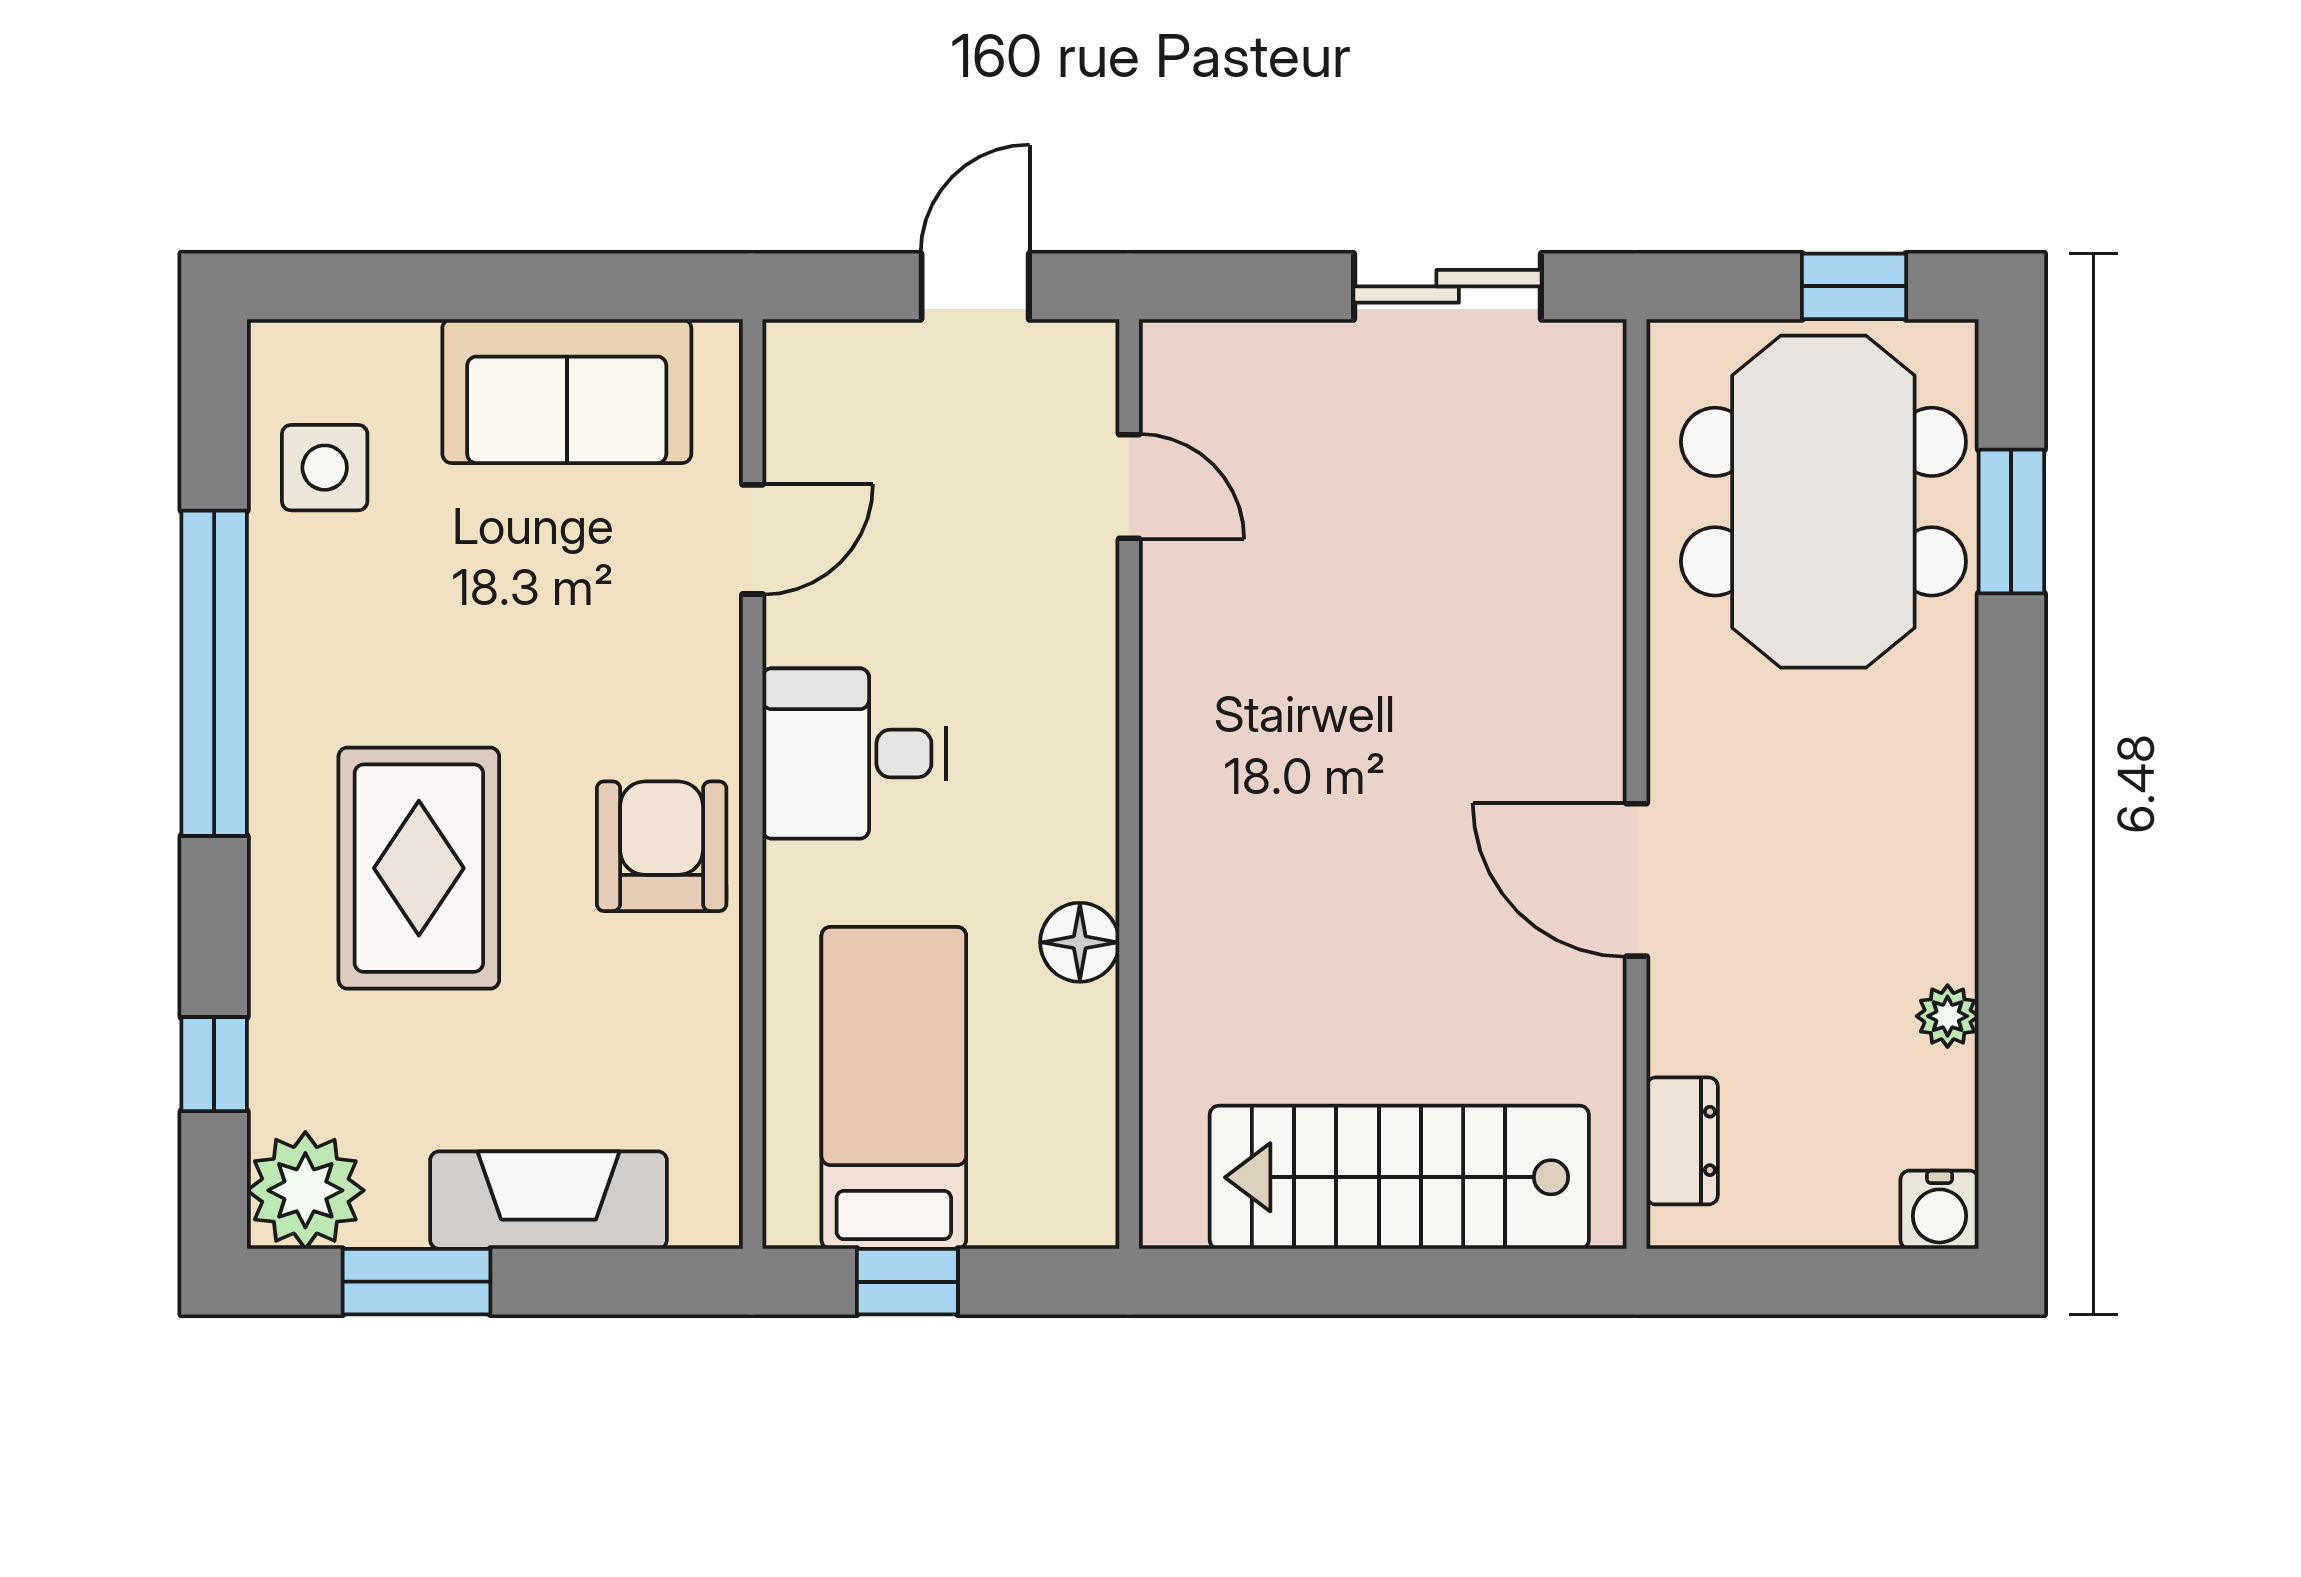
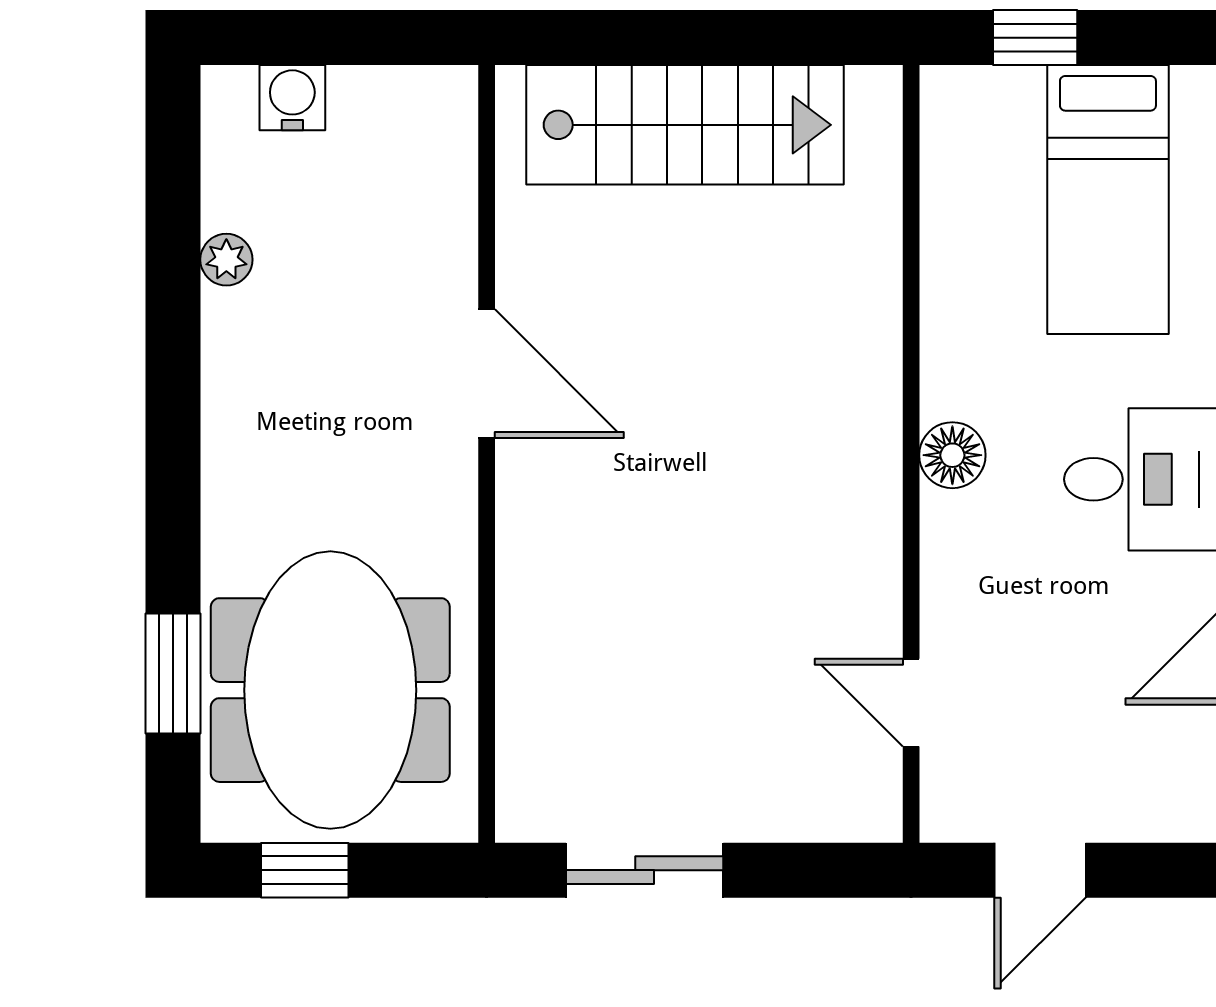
floor lamp: (1080, 942) -> (952, 455), moved
dresser: (1682, 1141) -> (449, 155), removed
water cooler: (1940, 1210) -> (292, 98), moved
window: (907, 1282) -> (1035, 38), moved

